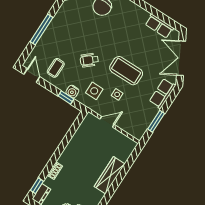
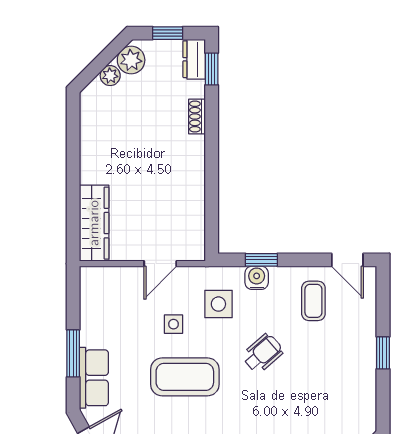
window: (42, 30) -> (383, 353), width x0.46
window: (156, 121) -> (73, 353), moved
wardrobe: (110, 175) -> (94, 223), moved

